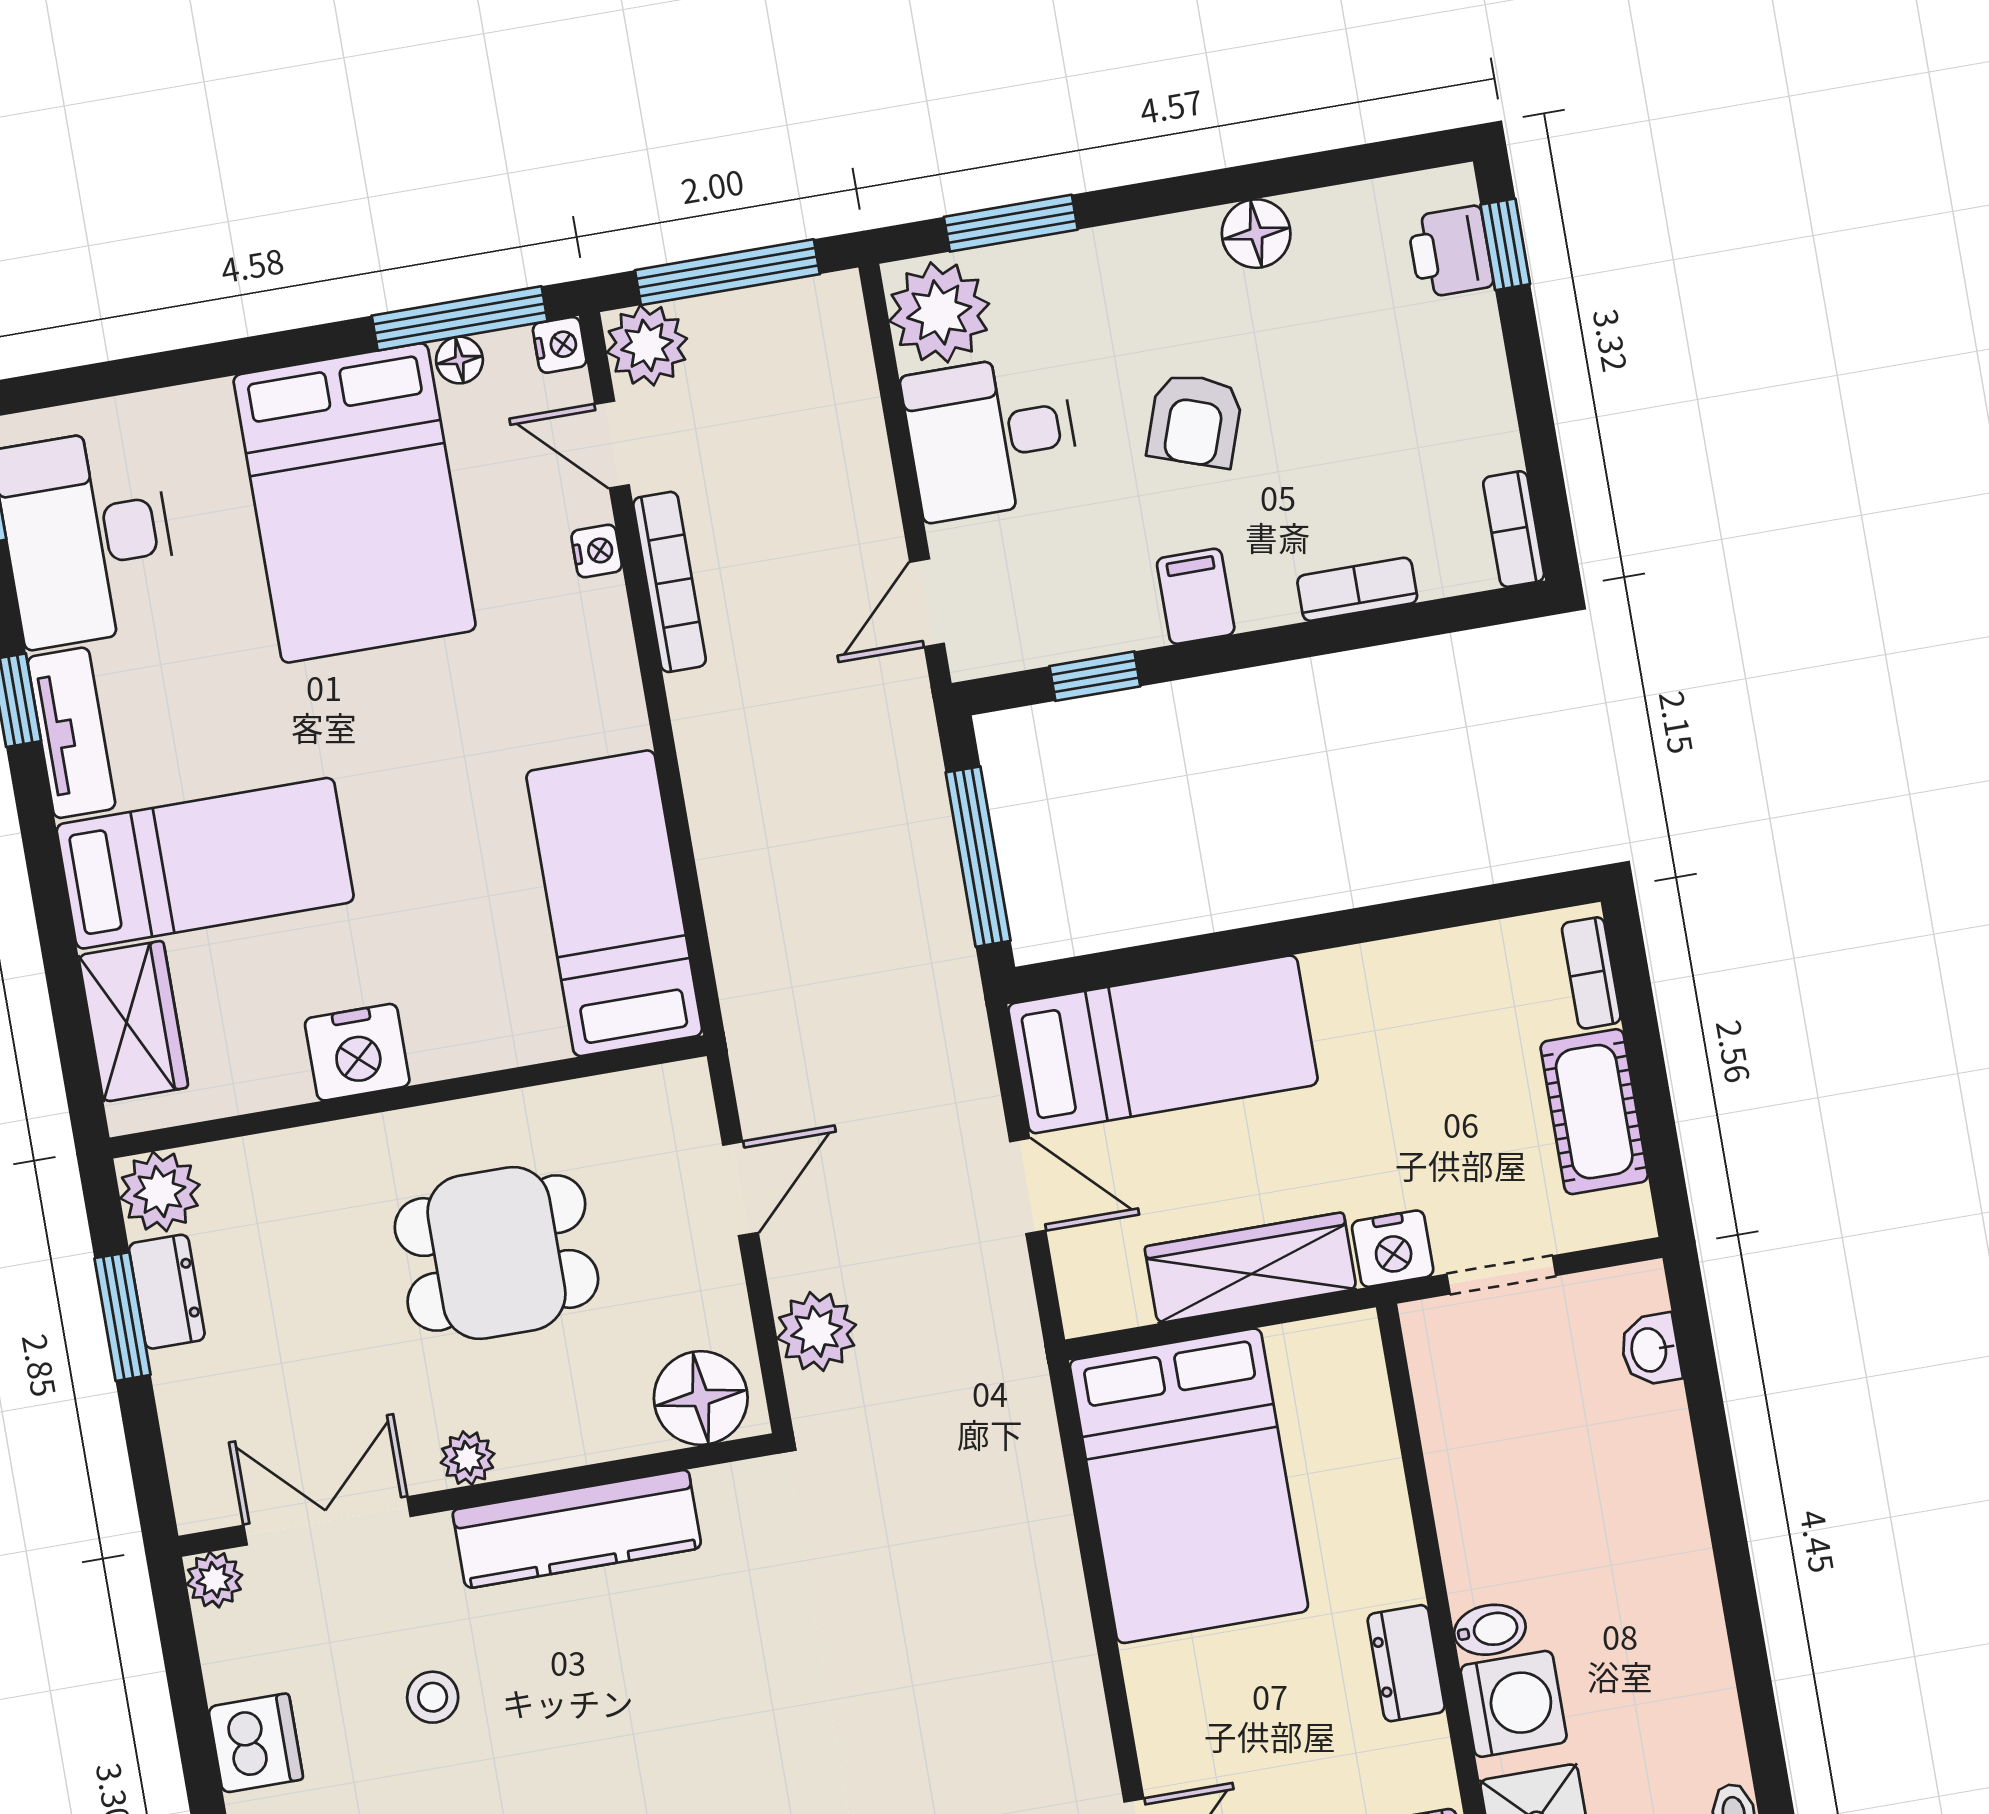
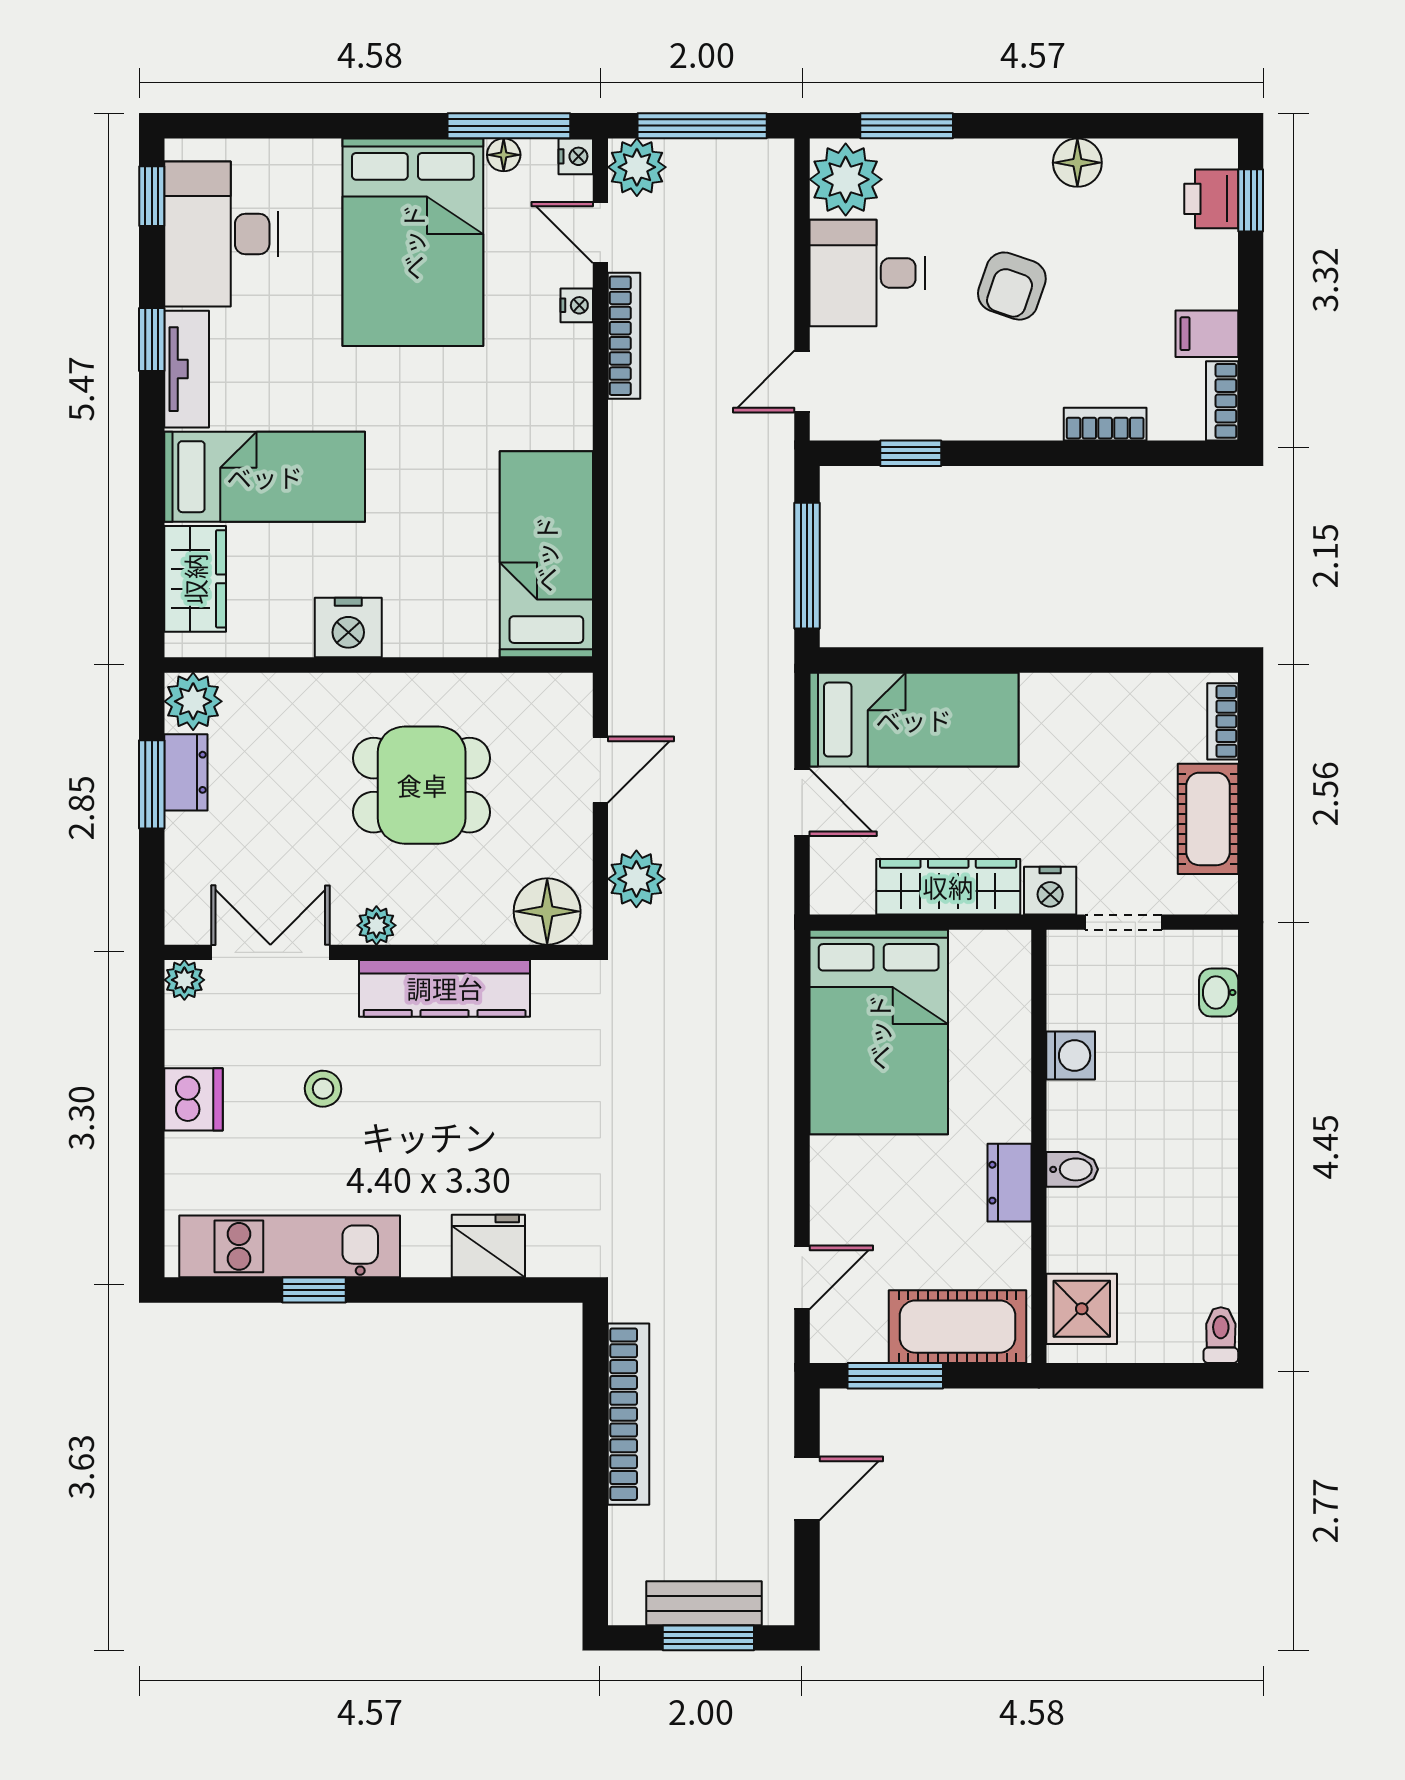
filing cabinet: (1196, 596) -> (1207, 334), moved, turned -90
washing machine: (1514, 1704) -> (1071, 1056), moved, width x0.73, depth x0.73

